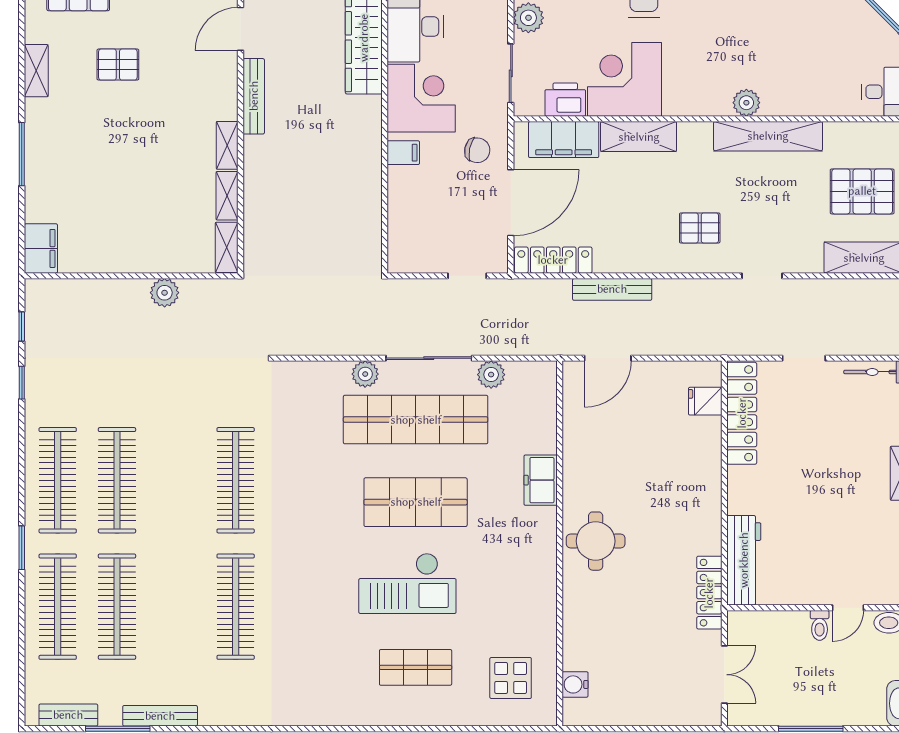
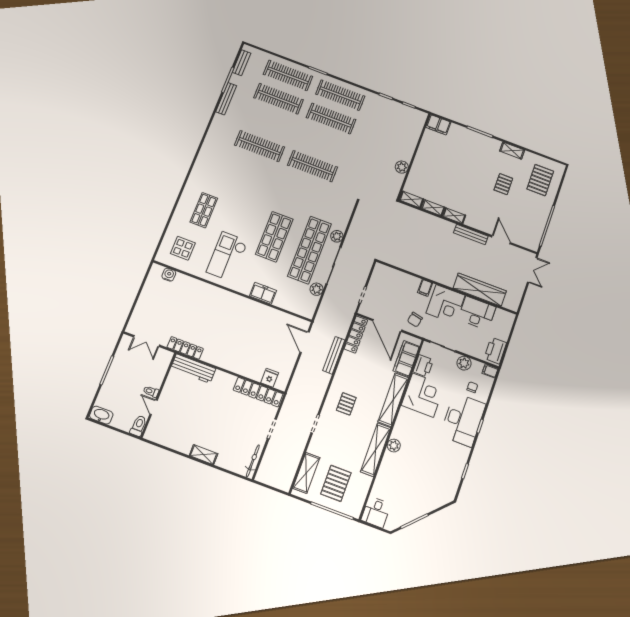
shelving: (639, 137) -> (393, 400), width x1.47
round table: (596, 541) -> (227, 307), removed
checkout: (407, 583) -> (227, 256), moved

